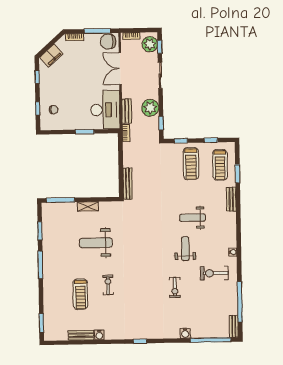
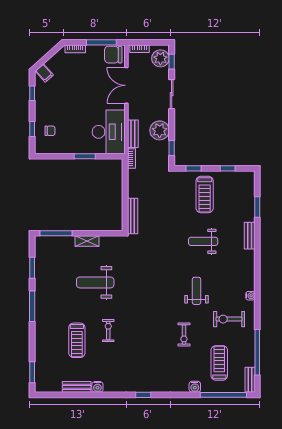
filing cabinet: (51, 55) -> (44, 73), width x0.50
treadmill: (220, 165) -> (219, 363), moved, turned 180
weight bench: (193, 218) -> (203, 241), moved

